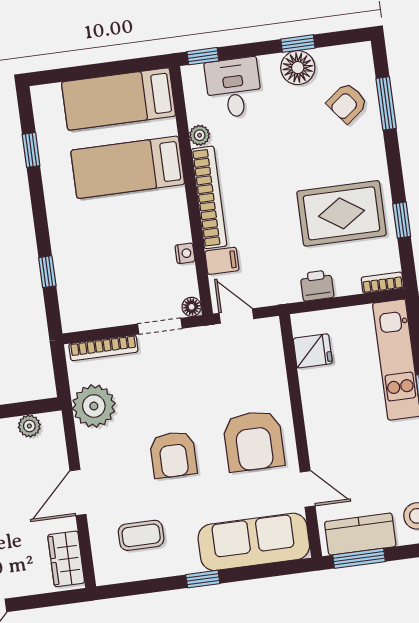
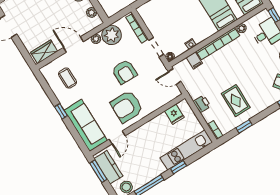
rug: (342, 213) -> (236, 101), width x0.73, depth x0.70
door: (236, 316) -> (175, 77), swing flipped
plant: (87, 441) -> (96, 39), added
armchair: (173, 455) -> (124, 72), moved, turned -90

